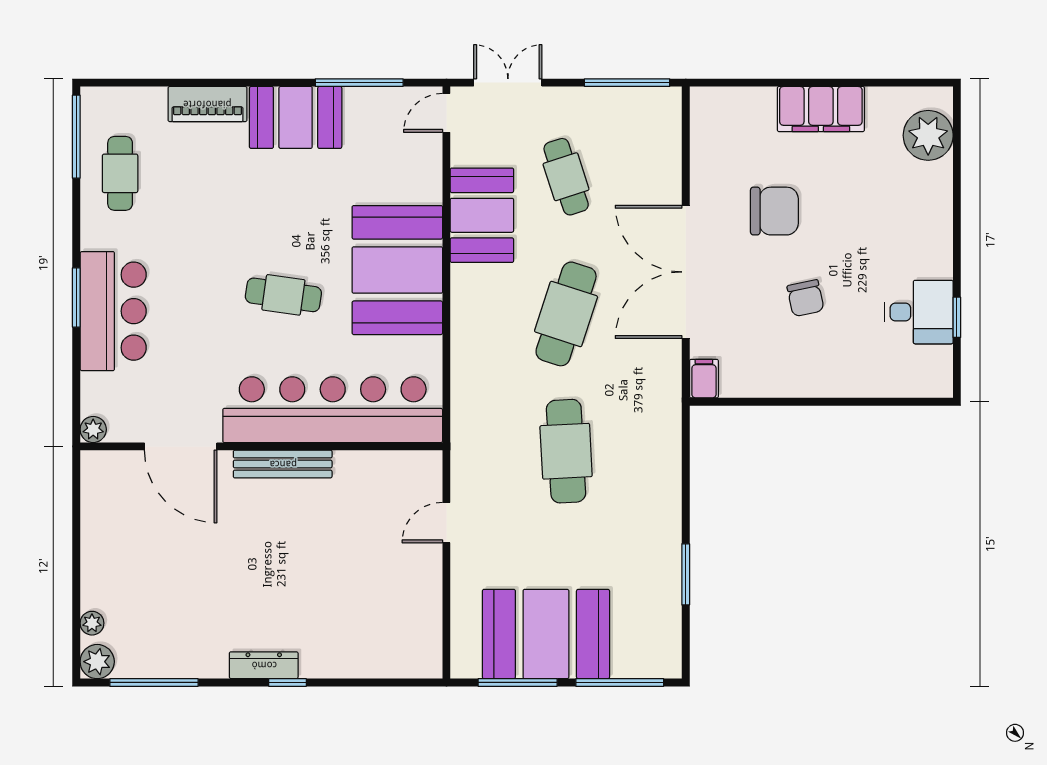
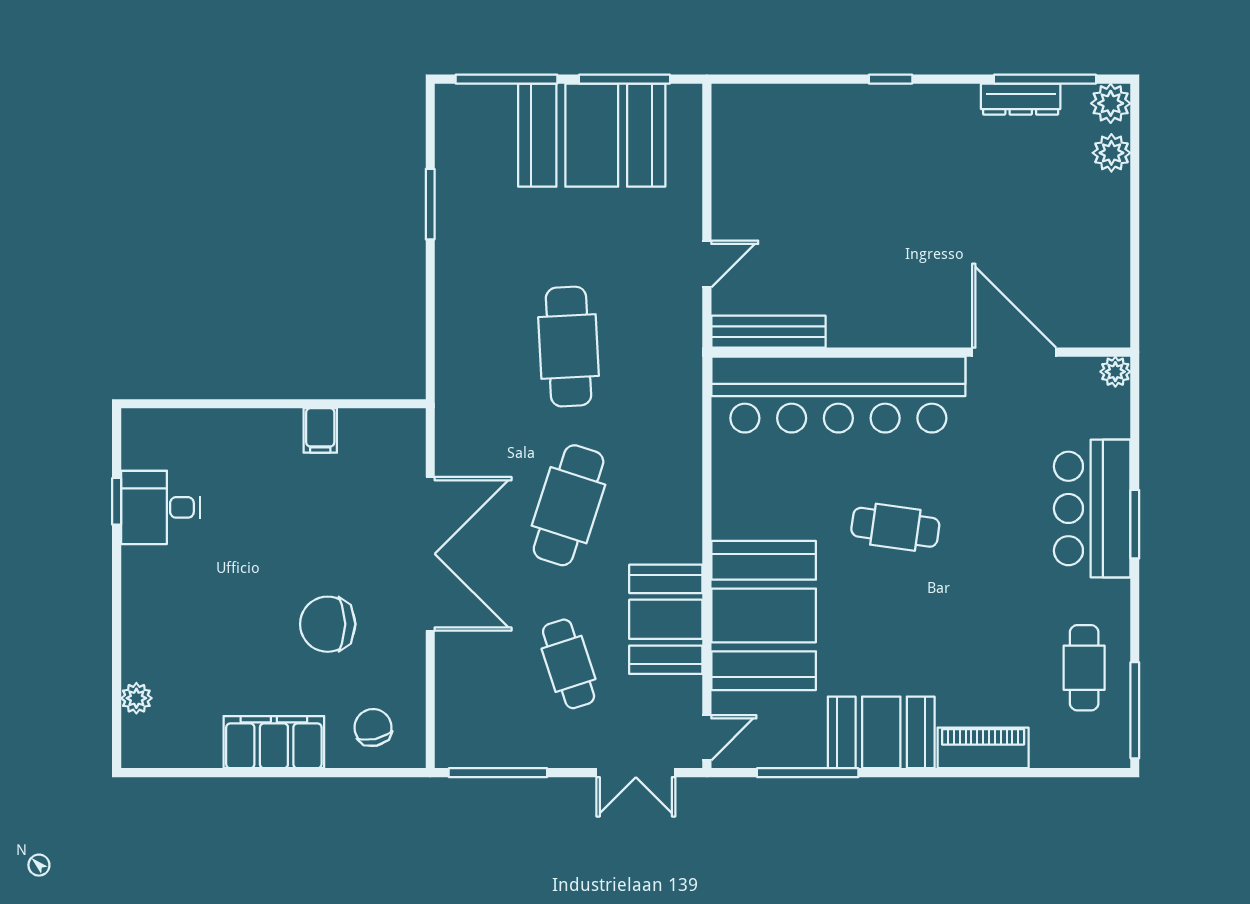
plant: (928, 135) -> (136, 698), width x0.53, depth x0.53
booth: (397, 270) -> (764, 615), moved
chair: (806, 298) -> (373, 728), moved
filing cabinet: (704, 379) -> (320, 430), moved
bench: (283, 464) -> (768, 332), moved
plant: (92, 623) -> (1111, 153), width x1.38, depth x1.38
dresser: (264, 665) -> (1021, 99), moved

